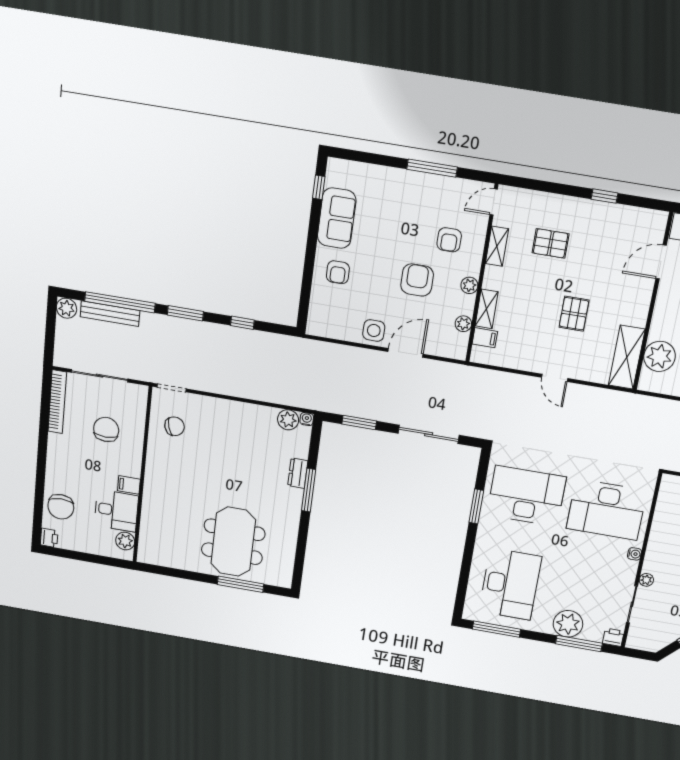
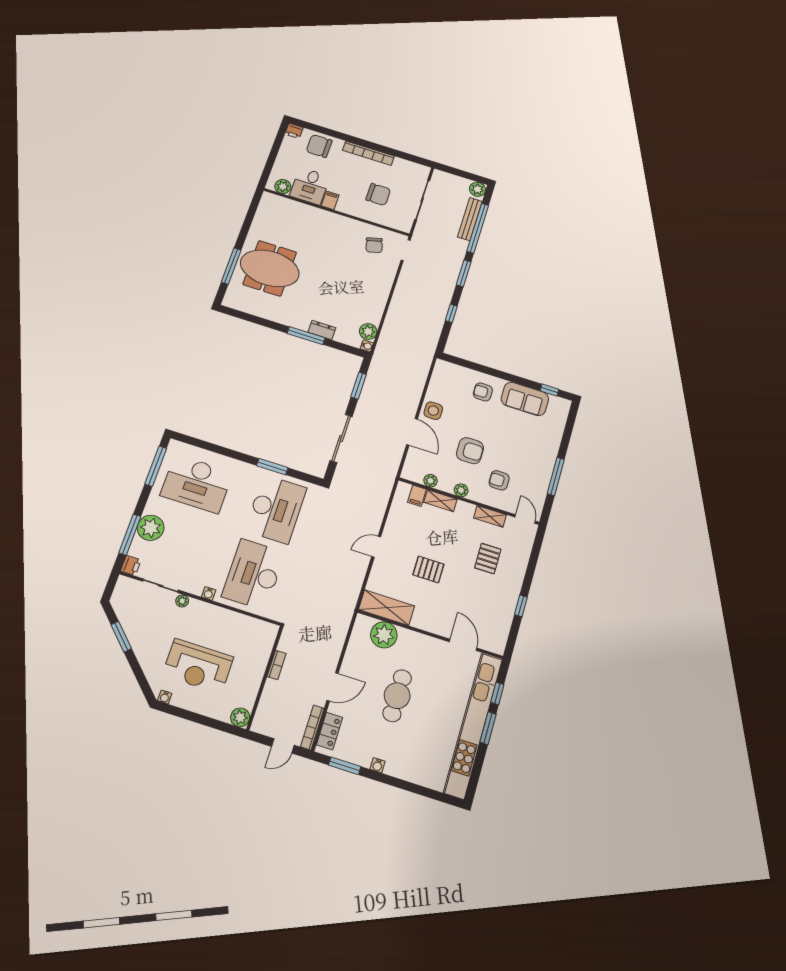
bookcase: (57, 402) -> (368, 153), moved

